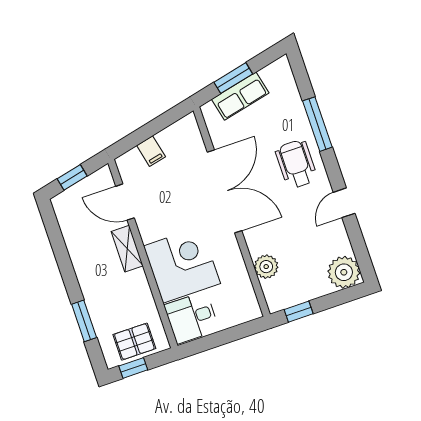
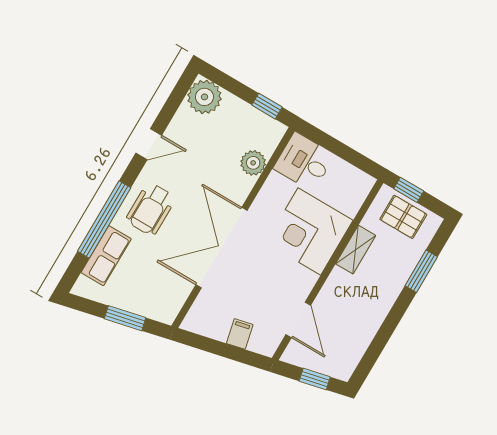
row of seats: (240, 96) -> (106, 256), moved, turned 103
window: (317, 124) -> (104, 220), width x1.46
shelving: (127, 249) -> (356, 250), moved
desk: (192, 318) -> (304, 162), moved, turned 180
window: (133, 368) -> (409, 190), moved

